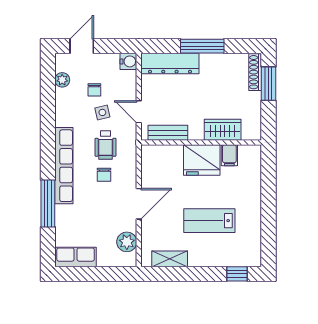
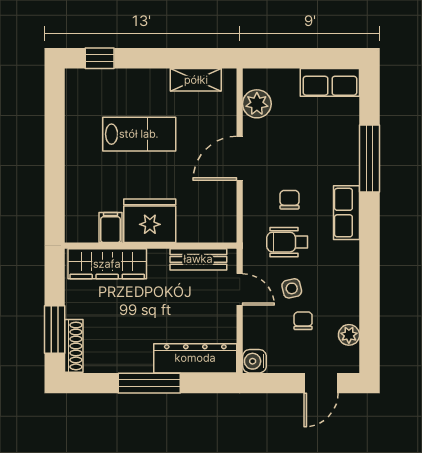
wardrobe: (223, 130) -> (107, 264), width x1.50
wheelchair: (105, 145) -> (287, 242), turned -90
row of seats: (64, 166) -> (347, 213), width x0.50

